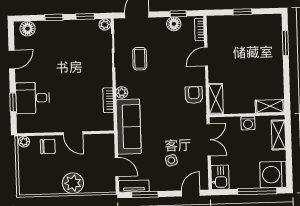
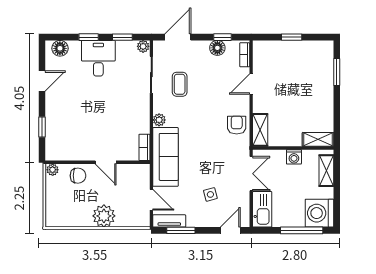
desk: (33, 98) -> (98, 58), moved, turned 90
bookcase: (108, 100) -> (144, 147), moved
kitchen sink: (220, 177) -> (262, 209), width x1.38

